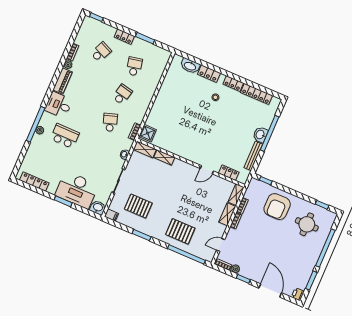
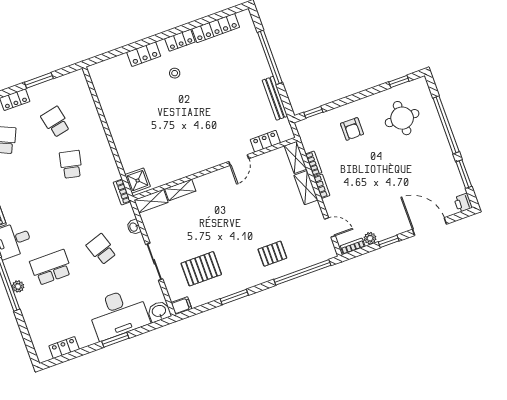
washbasin: (190, 66) -> (116, 65), removed
school desk: (110, 122) -> (101, 249), moved
washbasin: (260, 135) -> (261, 68), removed
locker: (34, 182) -> (64, 348), width x0.66
armchair: (277, 207) -> (352, 129), width x0.53, depth x0.53
pallet: (180, 231) -> (272, 254), width x0.67, depth x0.71
door: (221, 245) -> (330, 227), swing flipped

